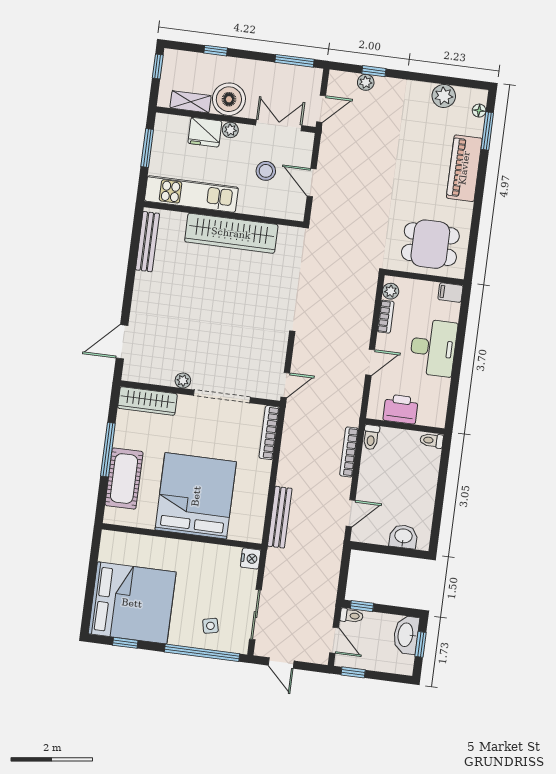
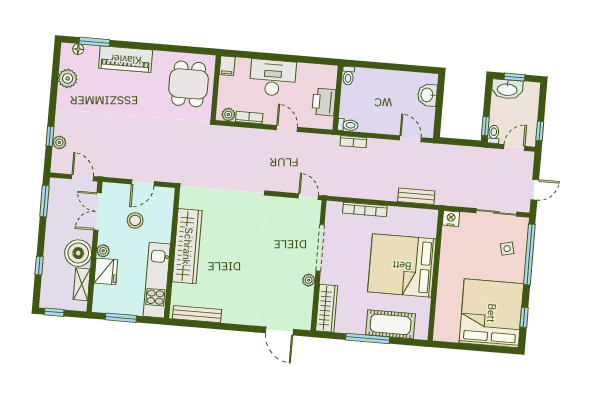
bookcase: (269, 433) -> (365, 209), moved
bookcase: (349, 452) -> (353, 142), width x0.64
bench: (280, 517) -> (416, 196), width x0.73

